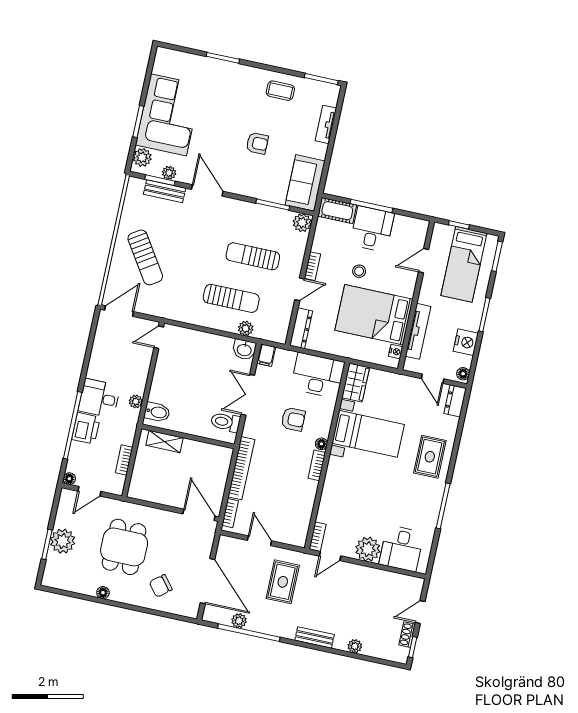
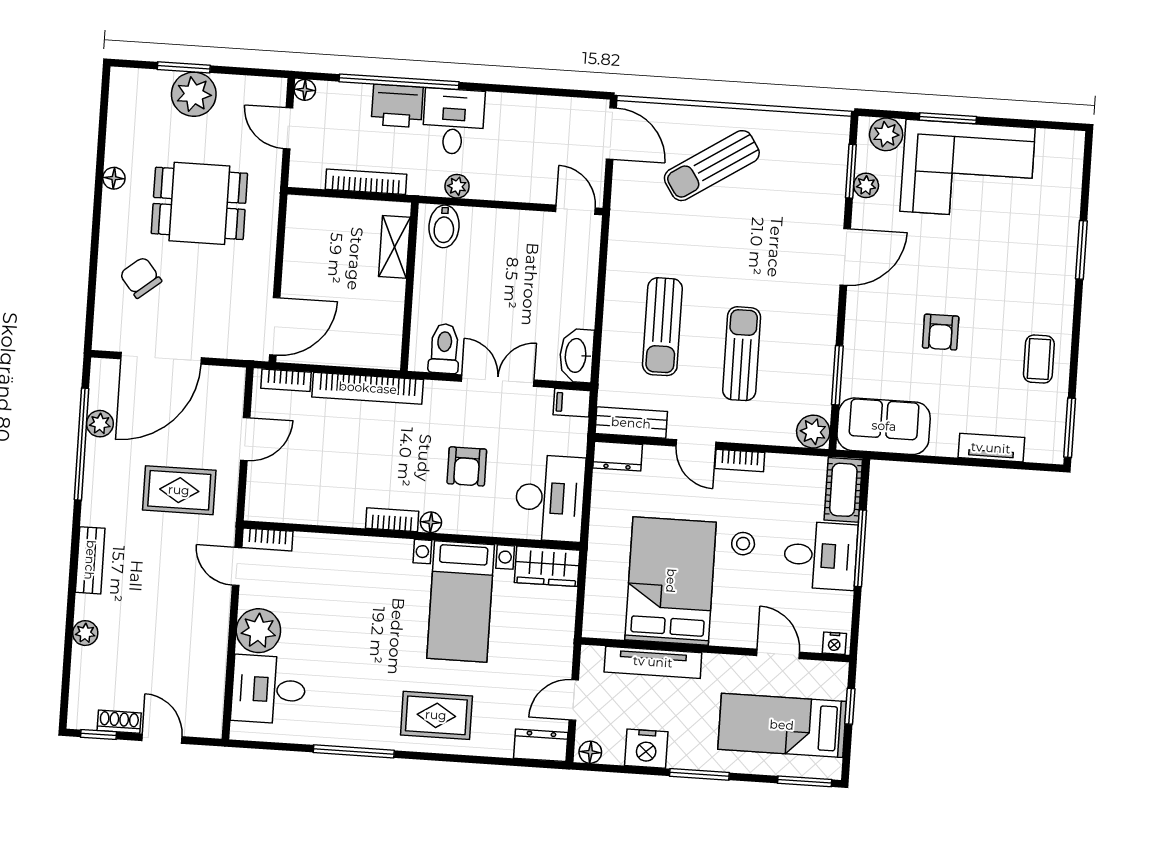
bench: (165, 191) -> (631, 423), moved, turned 90
plant: (246, 328) -> (614, 360), removed
dresser: (301, 328) -> (618, 456), width x0.70
washbasin: (244, 350) -> (577, 355), width x1.38
nightstand: (396, 352) -> (834, 643), moved
bookcase: (124, 460) -> (366, 182), width x1.56

